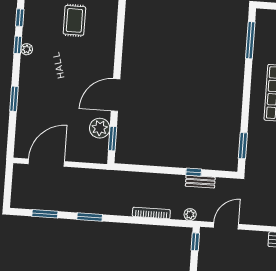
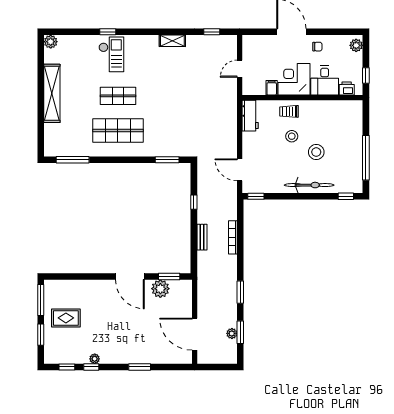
bench: (200, 182) -> (202, 237), moved
plant: (190, 214) -> (232, 333), moved

